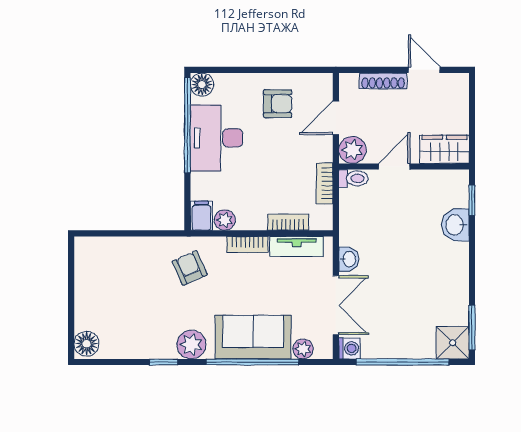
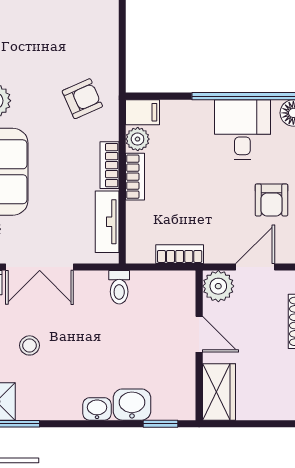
door: (336, 118) -> (255, 267), hinge flipped
desk: (216, 138) -> (242, 130), width x0.73
toilet: (353, 178) -> (119, 287), moved
bookcase: (288, 222) -> (135, 177), moved
washbasin: (349, 259) -> (97, 409), moved, turned 180
stool: (404, 314) -> (30, 345), added

